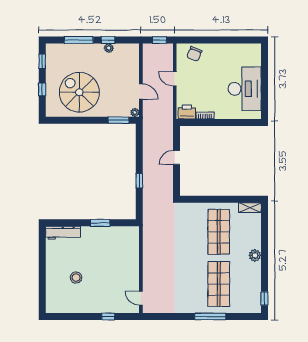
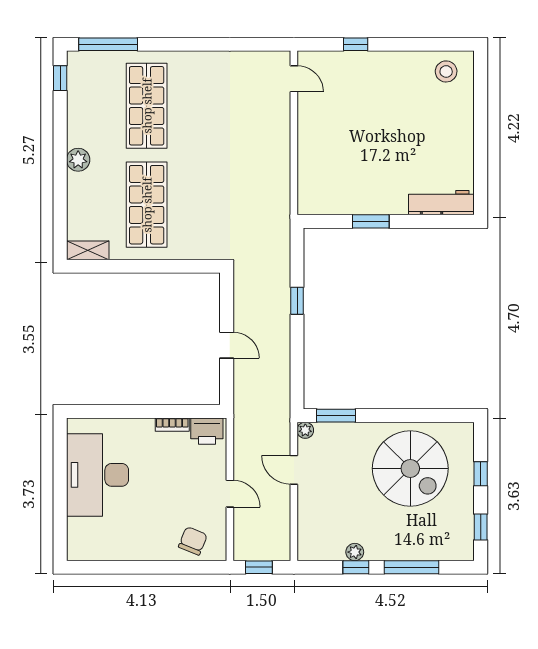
door: (176, 157) -> (227, 345), hinge flipped
stool: (76, 278) -> (446, 71), moved
window: (210, 316) -> (108, 44), moved

